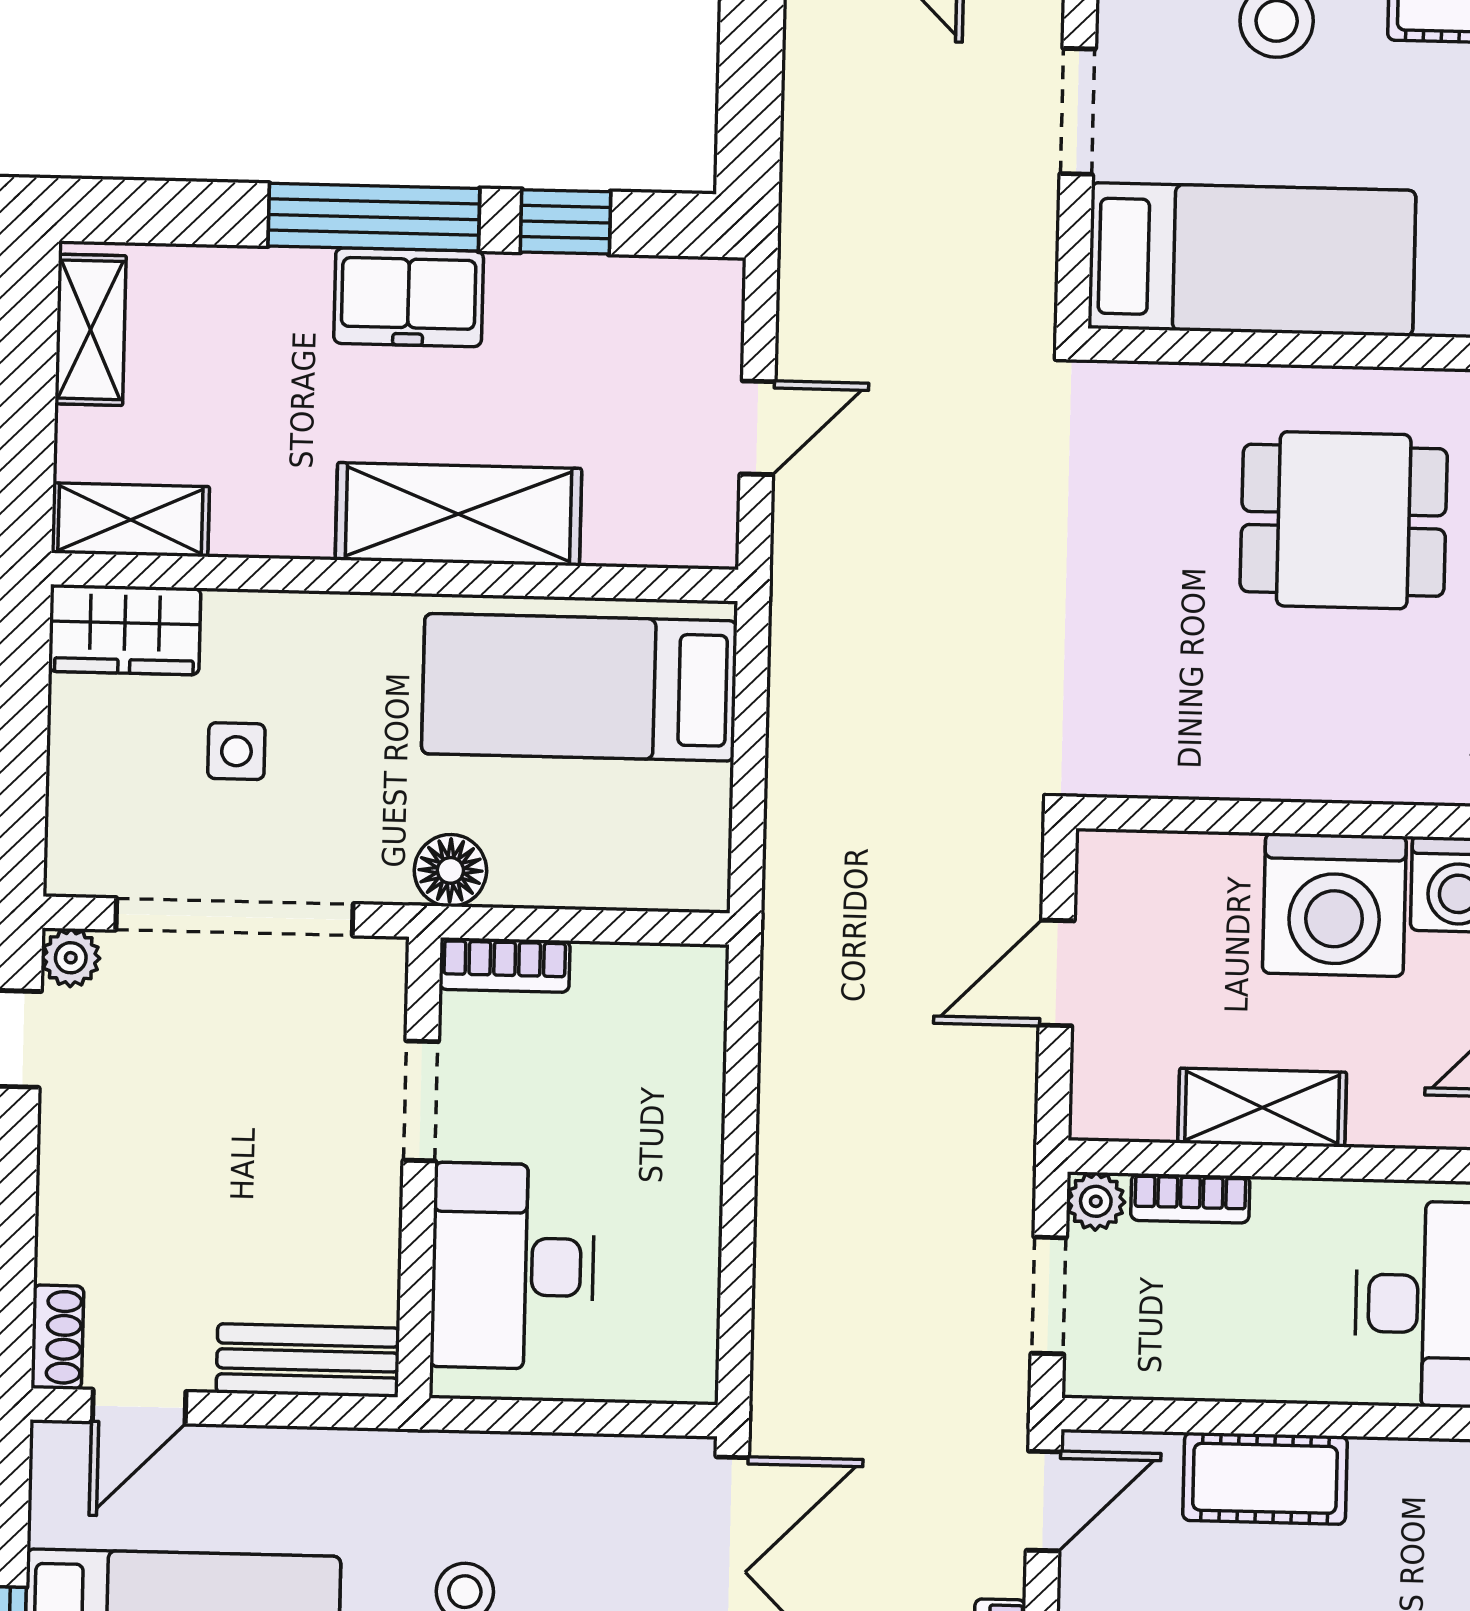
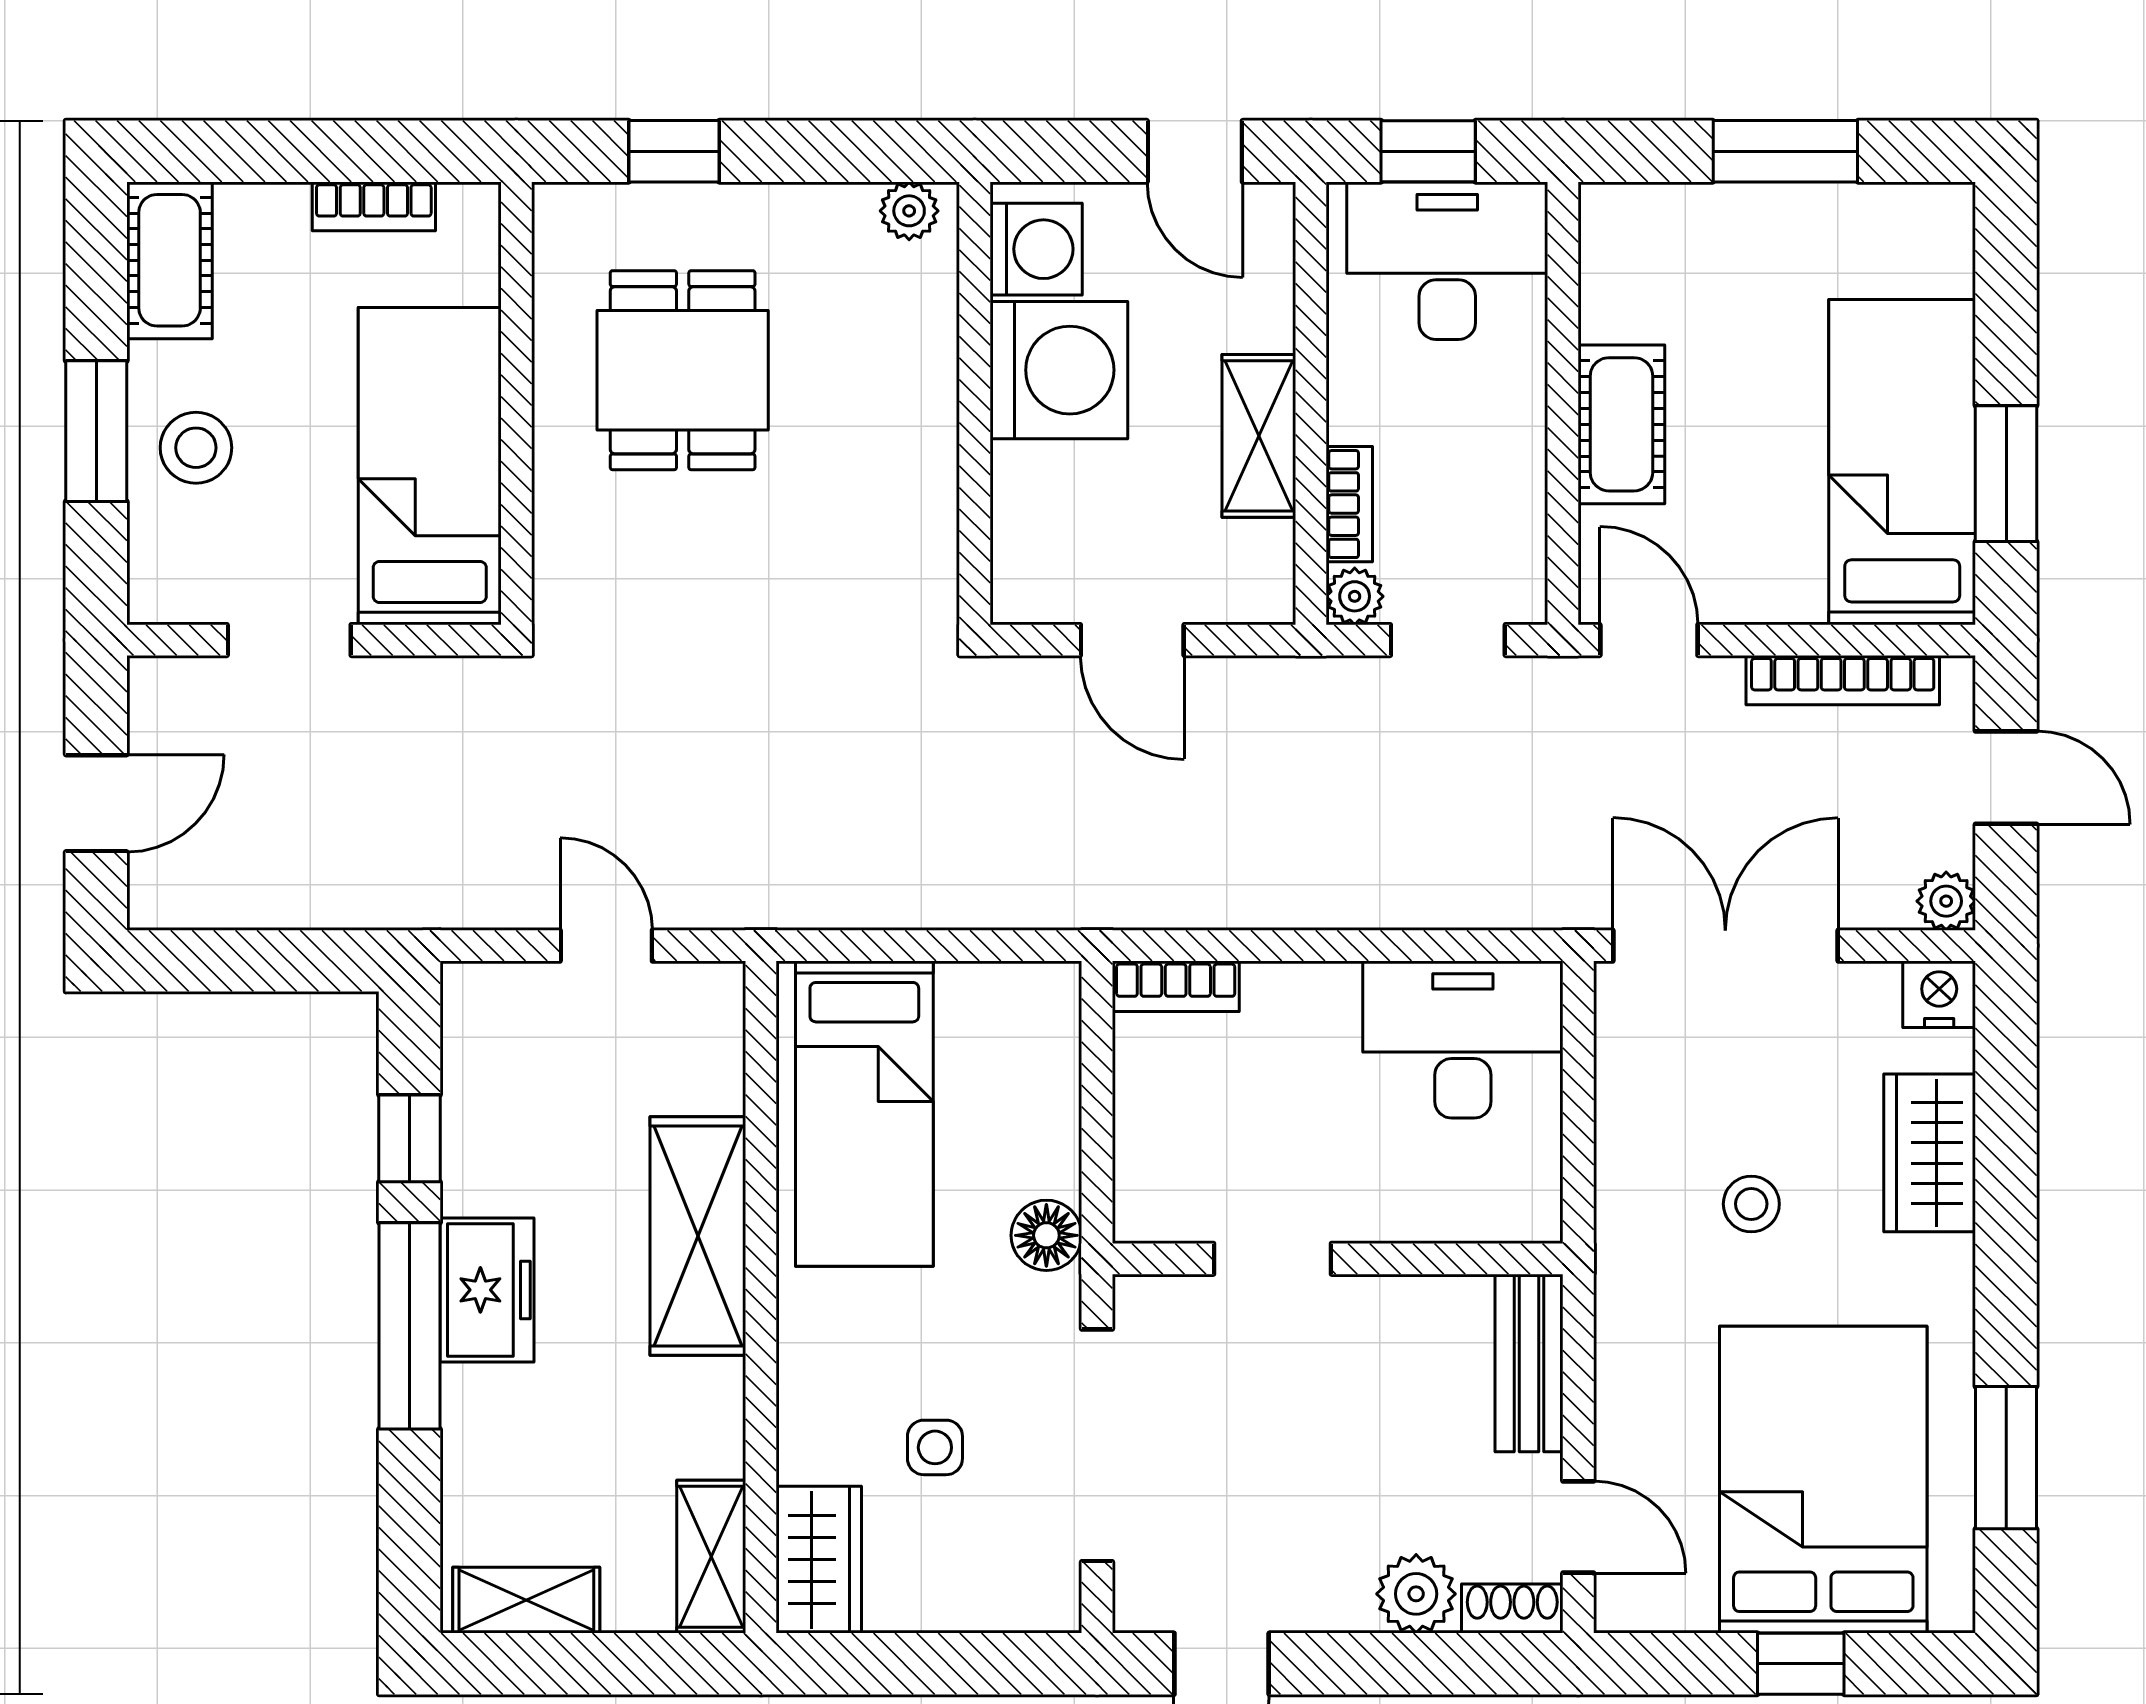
plant: (71, 958) -> (1416, 1594), moved, width x1.38, depth x1.38
bookcase: (505, 965) -> (1176, 986), moved, turned 90
desk: (513, 1266) -> (1463, 1040), moved, turned 180

